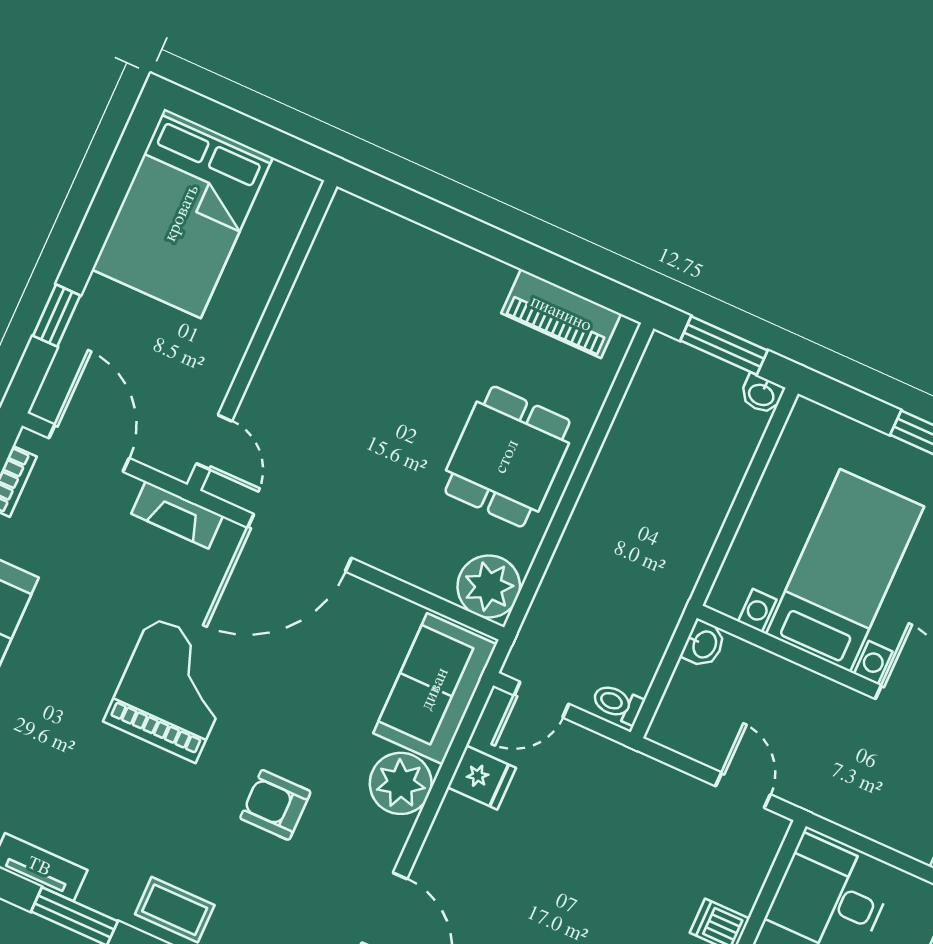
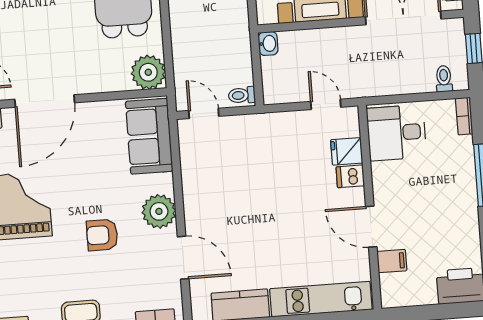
door: (541, 700) -> (204, 113), swing flipped
fridge: (482, 778) -> (347, 151), moved, turned 180
plant: (401, 783) -> (159, 211), moved

